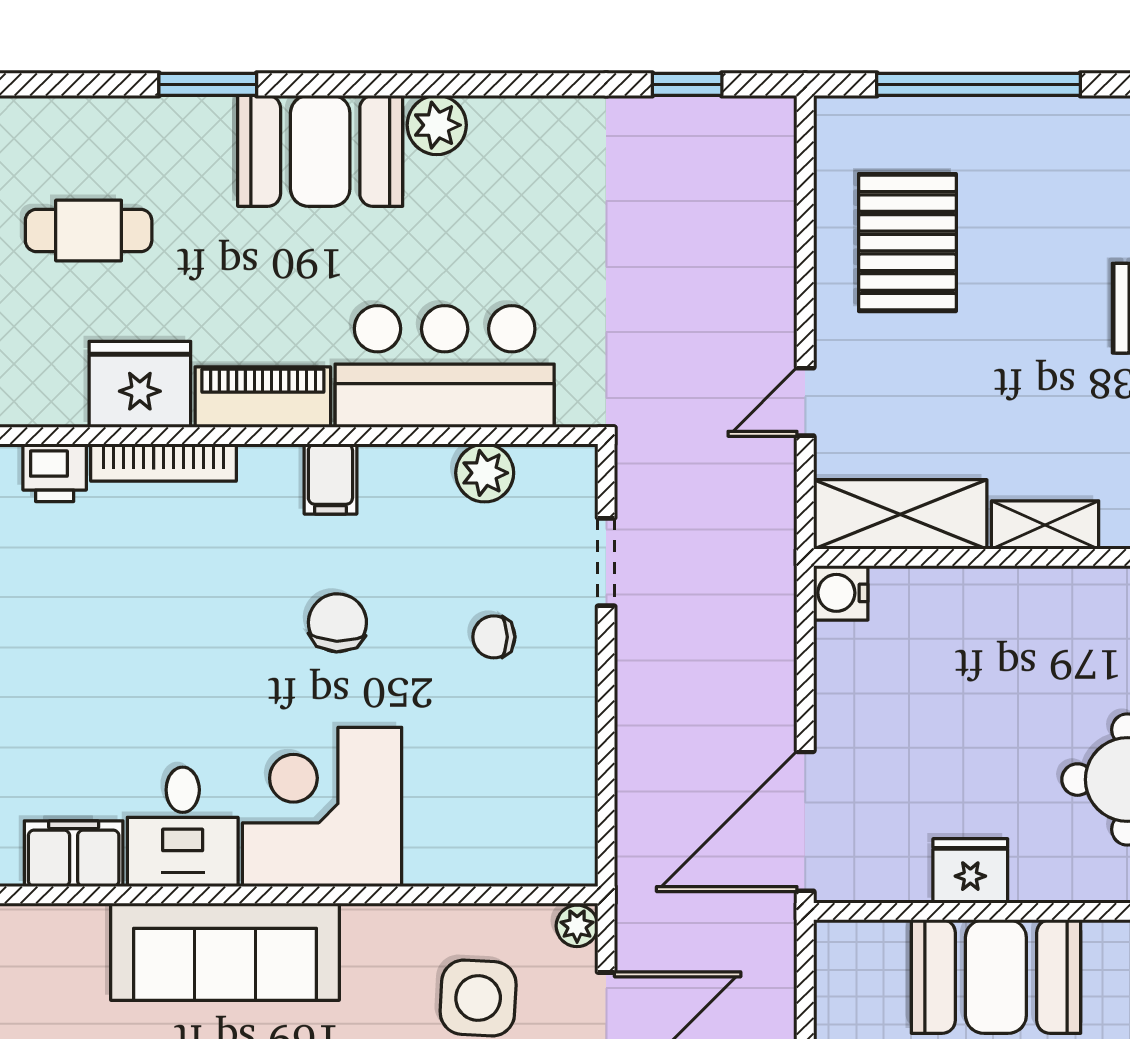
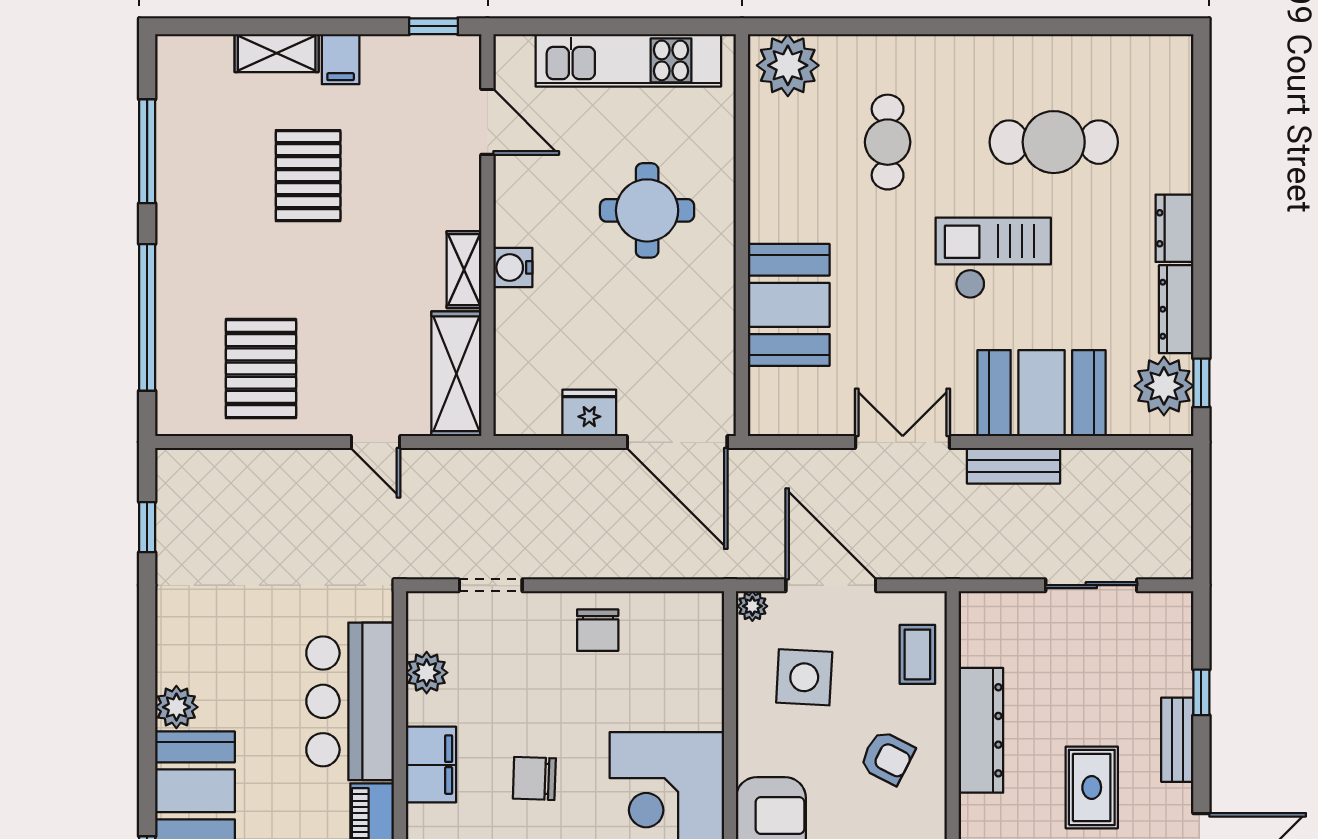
pallet: (907, 243) -> (261, 369), turned 90
filing cabinet: (330, 479) -> (431, 765), width x2.00
water cooler: (841, 593) -> (513, 267), moved, turned 90
chair: (494, 637) -> (598, 630), moved, width x1.37, depth x1.37
fridge: (970, 871) -> (589, 413), moved, turned 90

